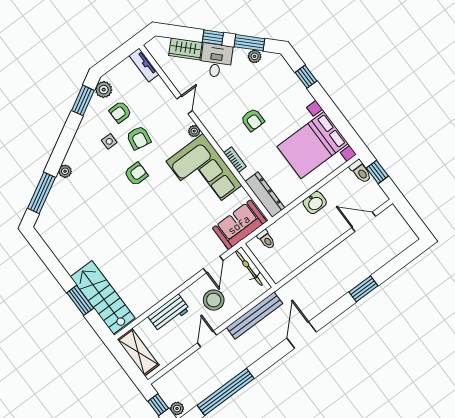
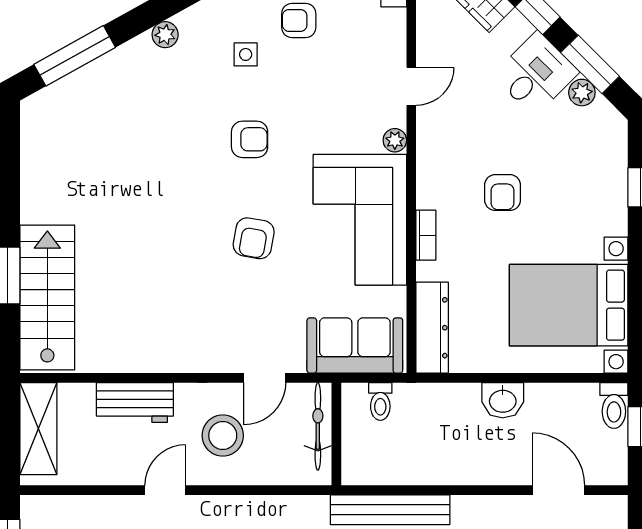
desk: (216, 61) -> (536, 74), moved
armchair: (139, 138) -> (254, 238), moved
plant: (65, 171) -> (165, 35), moved
bench: (255, 316) -> (390, 510), moved

